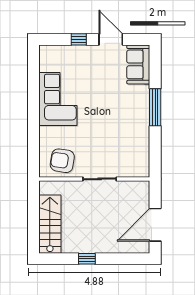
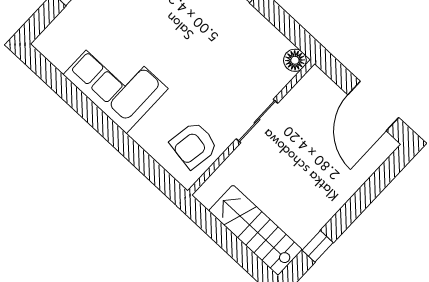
floor lamp: (143, 170) -> (295, 60), added
window: (87, 259) -> (318, 246), moved

